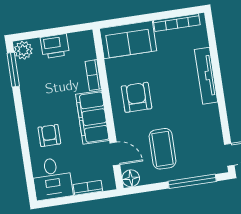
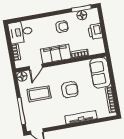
plant: (23, 50) -> (92, 14), removed
floor lamp: (25, 69) -> (82, 15), added
armchair: (137, 97) -> (70, 90), moved
armchair: (49, 136) -> (62, 27), moved

